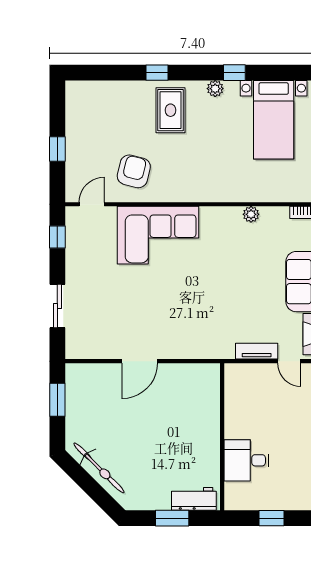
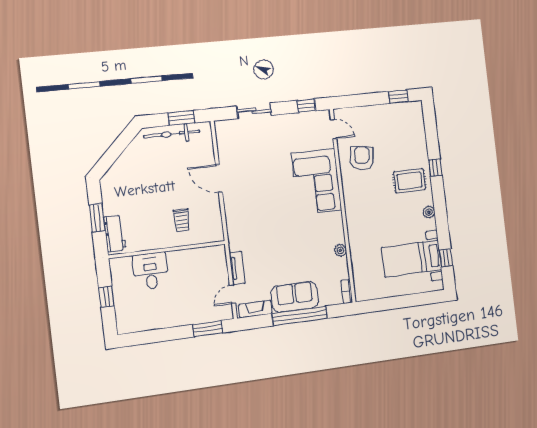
window: (234, 73) -> (446, 258), moved
window: (57, 149) -> (398, 97), moved
armchair: (134, 171) -> (362, 158), turned -96
trolley: (187, 414) -> (182, 220), added
bicycle: (99, 468) -> (172, 134), moved, turned 45

